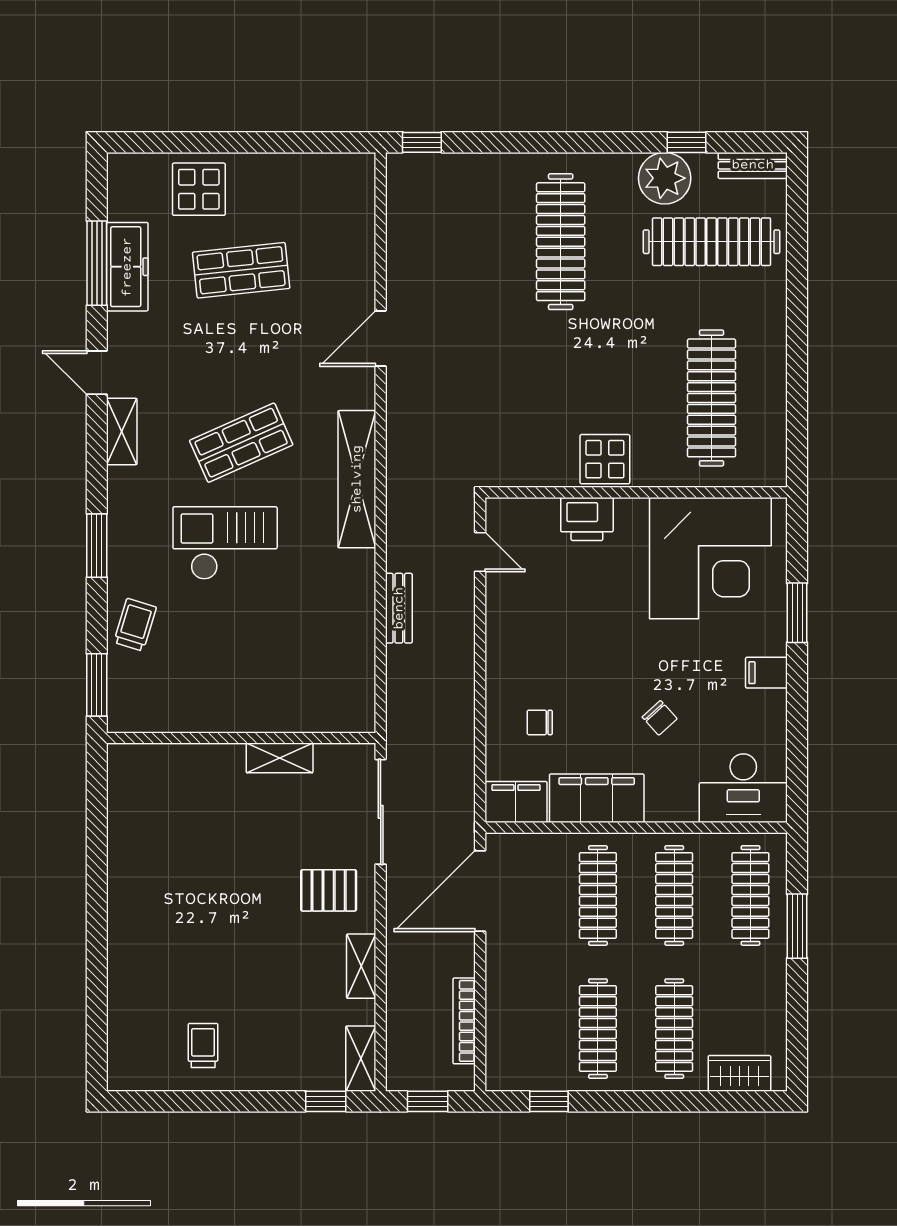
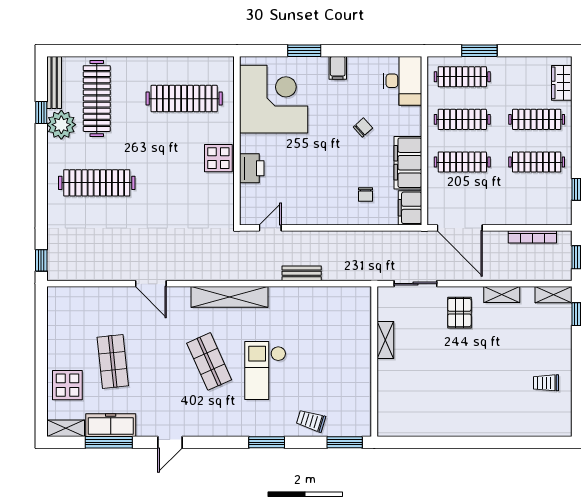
bench: (753, 165) -> (54, 82), width x1.36
shelving: (122, 431) -> (66, 428), moved
sliding door: (381, 812) -> (415, 284), width x0.73

